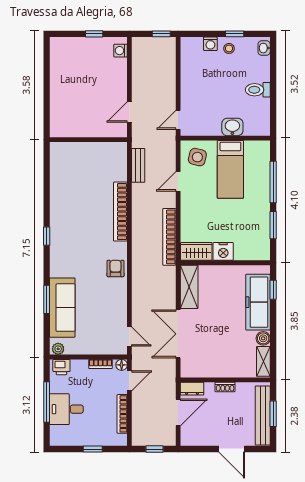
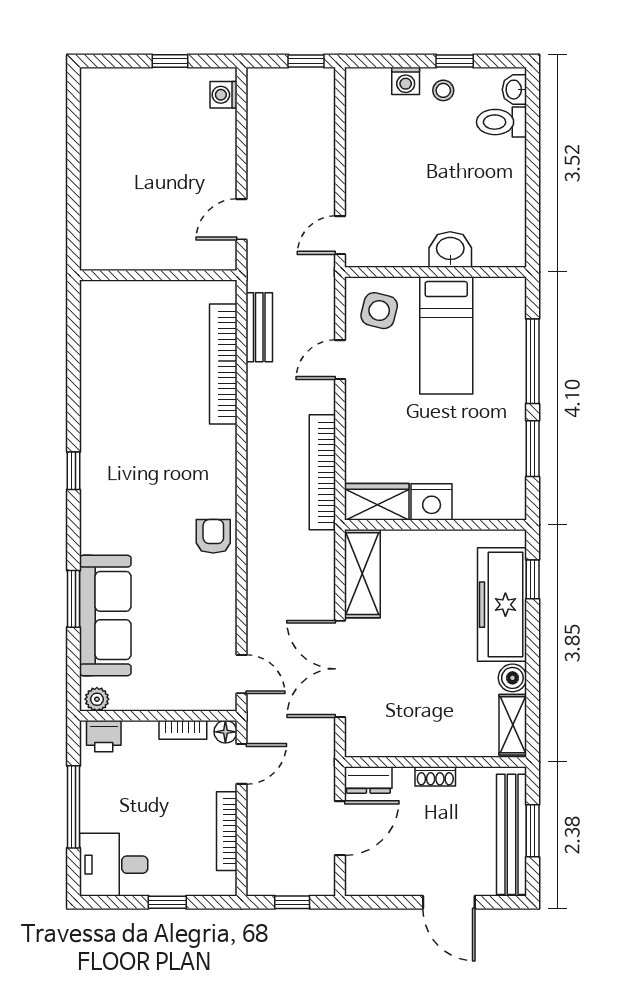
toilet: (258, 90) -> (502, 122), moved
bookcase: (120, 212) -> (223, 364), moved
desk: (66, 409) -> (114, 865), moved

